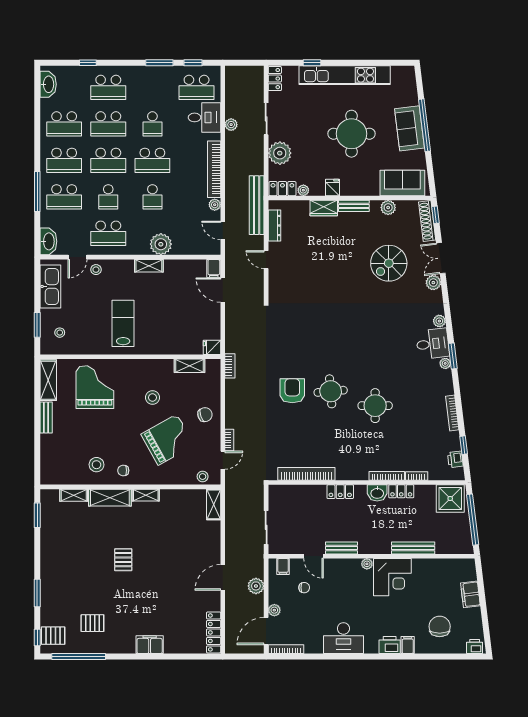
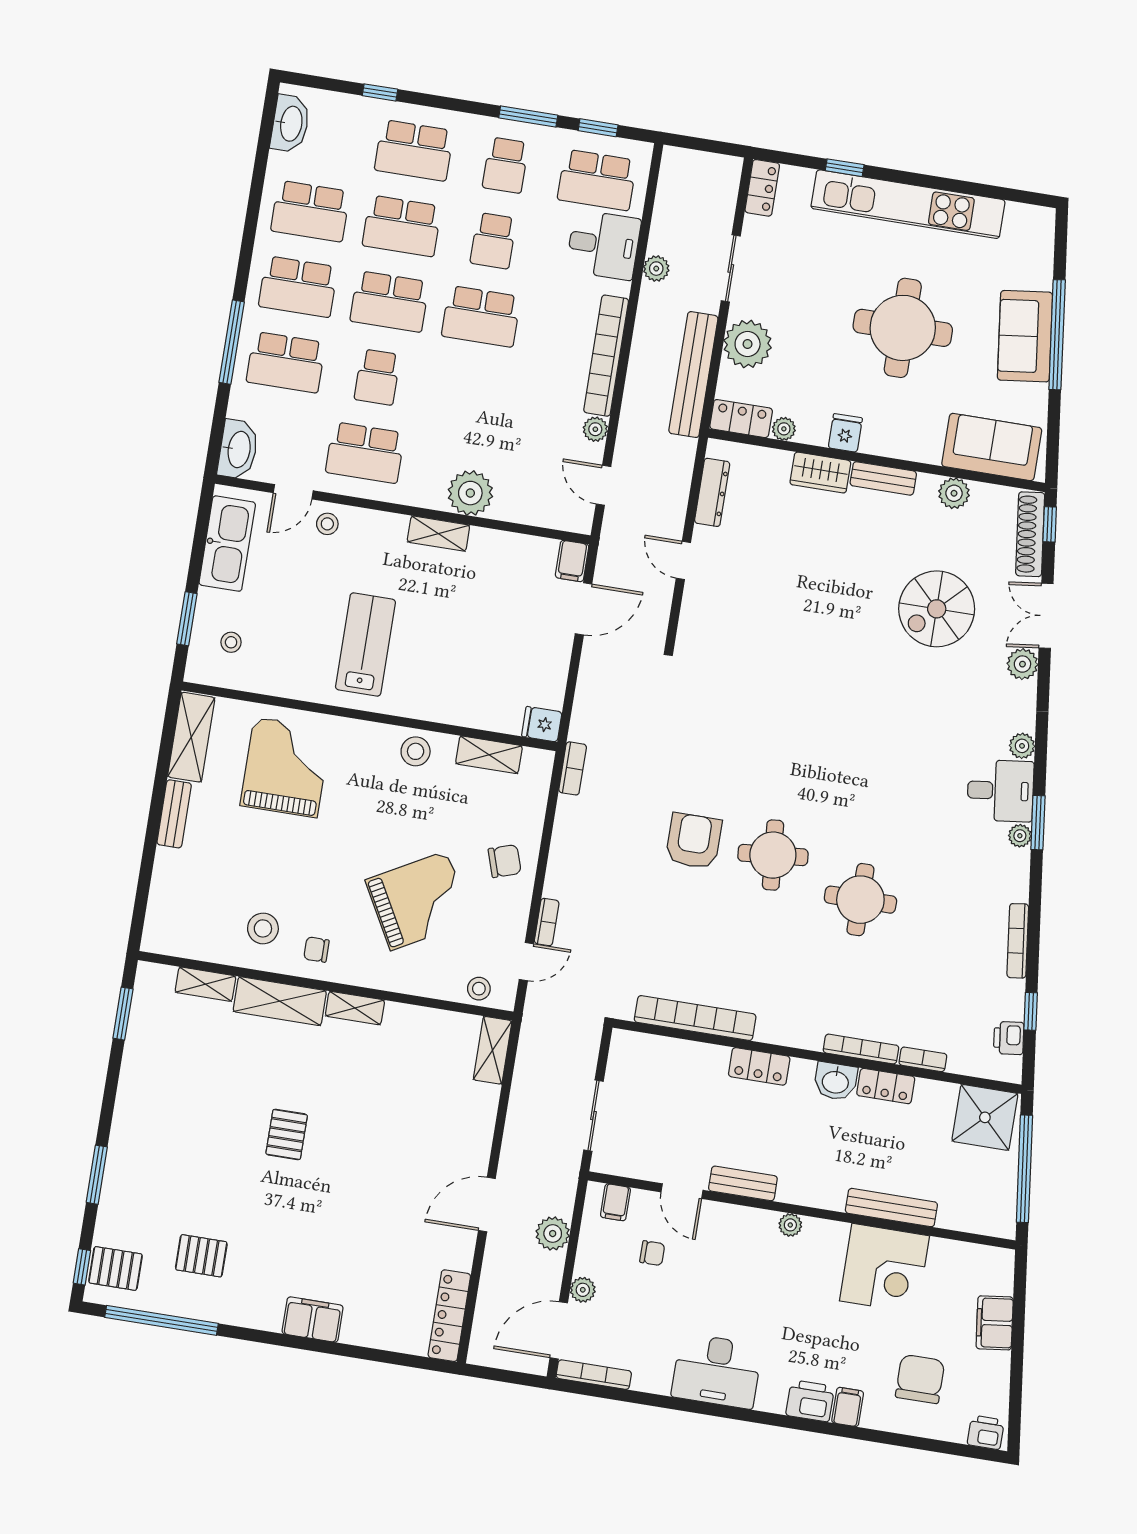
school desk: (152, 197) -> (505, 165), moved
bench: (257, 205) -> (693, 375), moved
door: (223, 290) -> (583, 609), swing flipped
stool: (152, 398) -> (416, 751), moved
corner desk: (392, 577) -> (884, 1268), moved

